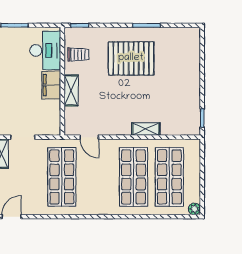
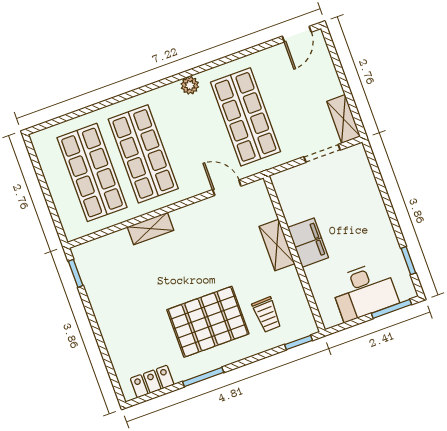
locker: (179, 34) -> (152, 381), added
desk: (45, 50) -> (364, 291), moved, turned -90
trolley: (78, 55) -> (267, 315), moved, turned -92
plant: (194, 209) -> (190, 85), moved

